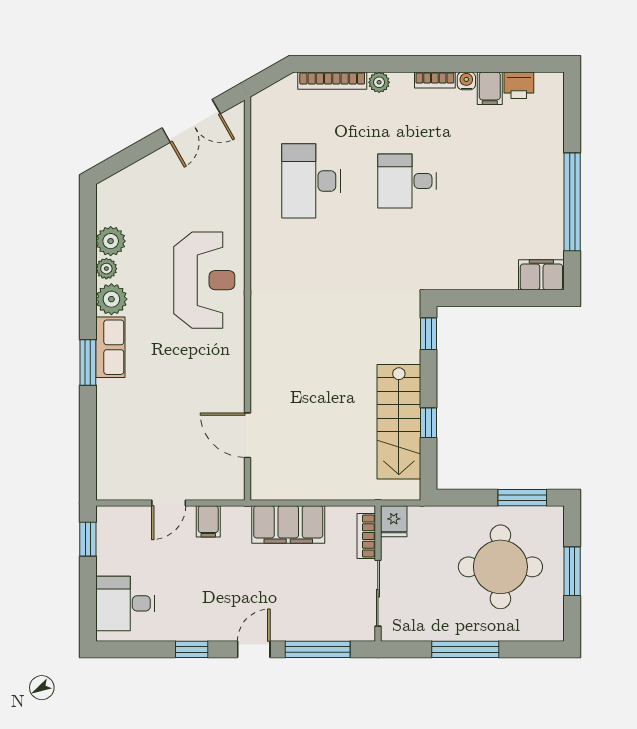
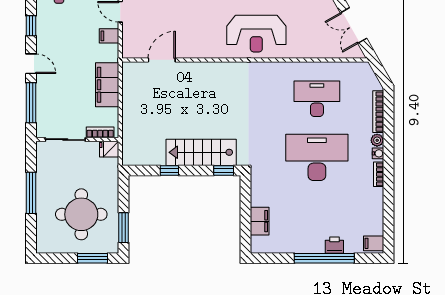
water cooler: (466, 81) -> (378, 153), moved
printer: (519, 85) -> (334, 245), moved, turned 90
filing cabinet: (490, 88) -> (374, 243), moved
desk: (407, 181) -> (317, 157), width x1.87, depth x1.30
window: (572, 202) -> (324, 258), moved
filing cabinet: (541, 275) -> (260, 221), moved
stairs: (399, 422) -> (201, 152), moved
window: (572, 571) -> (93, 258), moved

